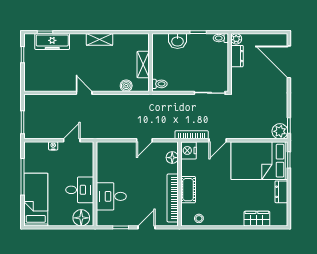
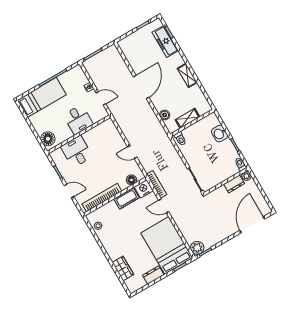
door: (84, 93) -> (141, 87), width x1.87
desk: (80, 190) -> (78, 120), moved
cot: (188, 190) -> (127, 198), moved

